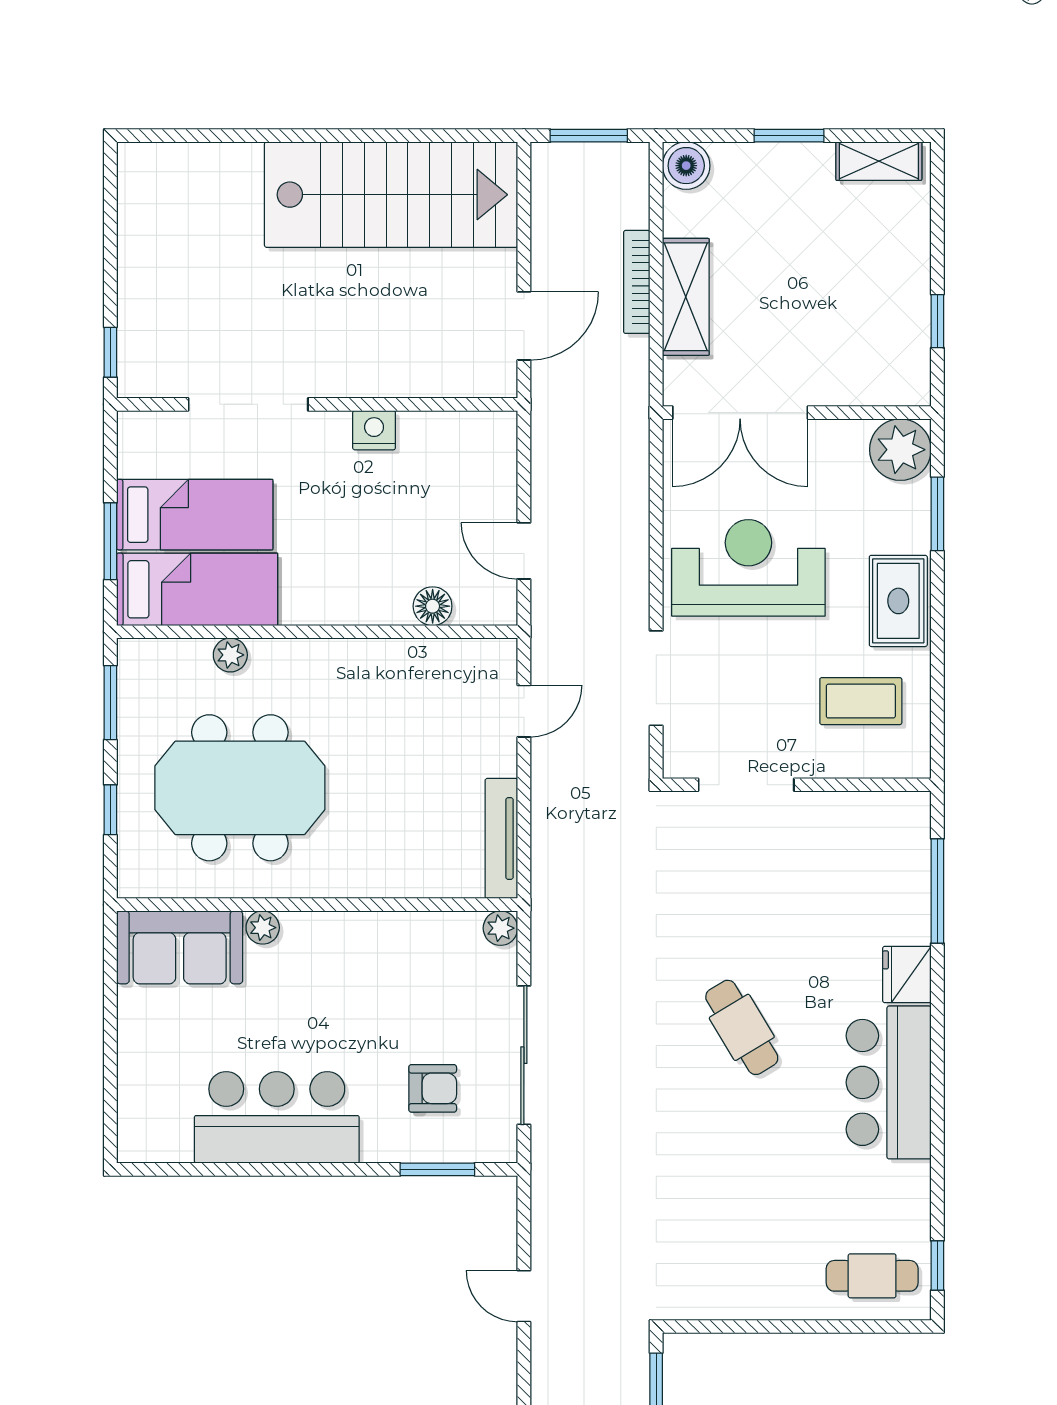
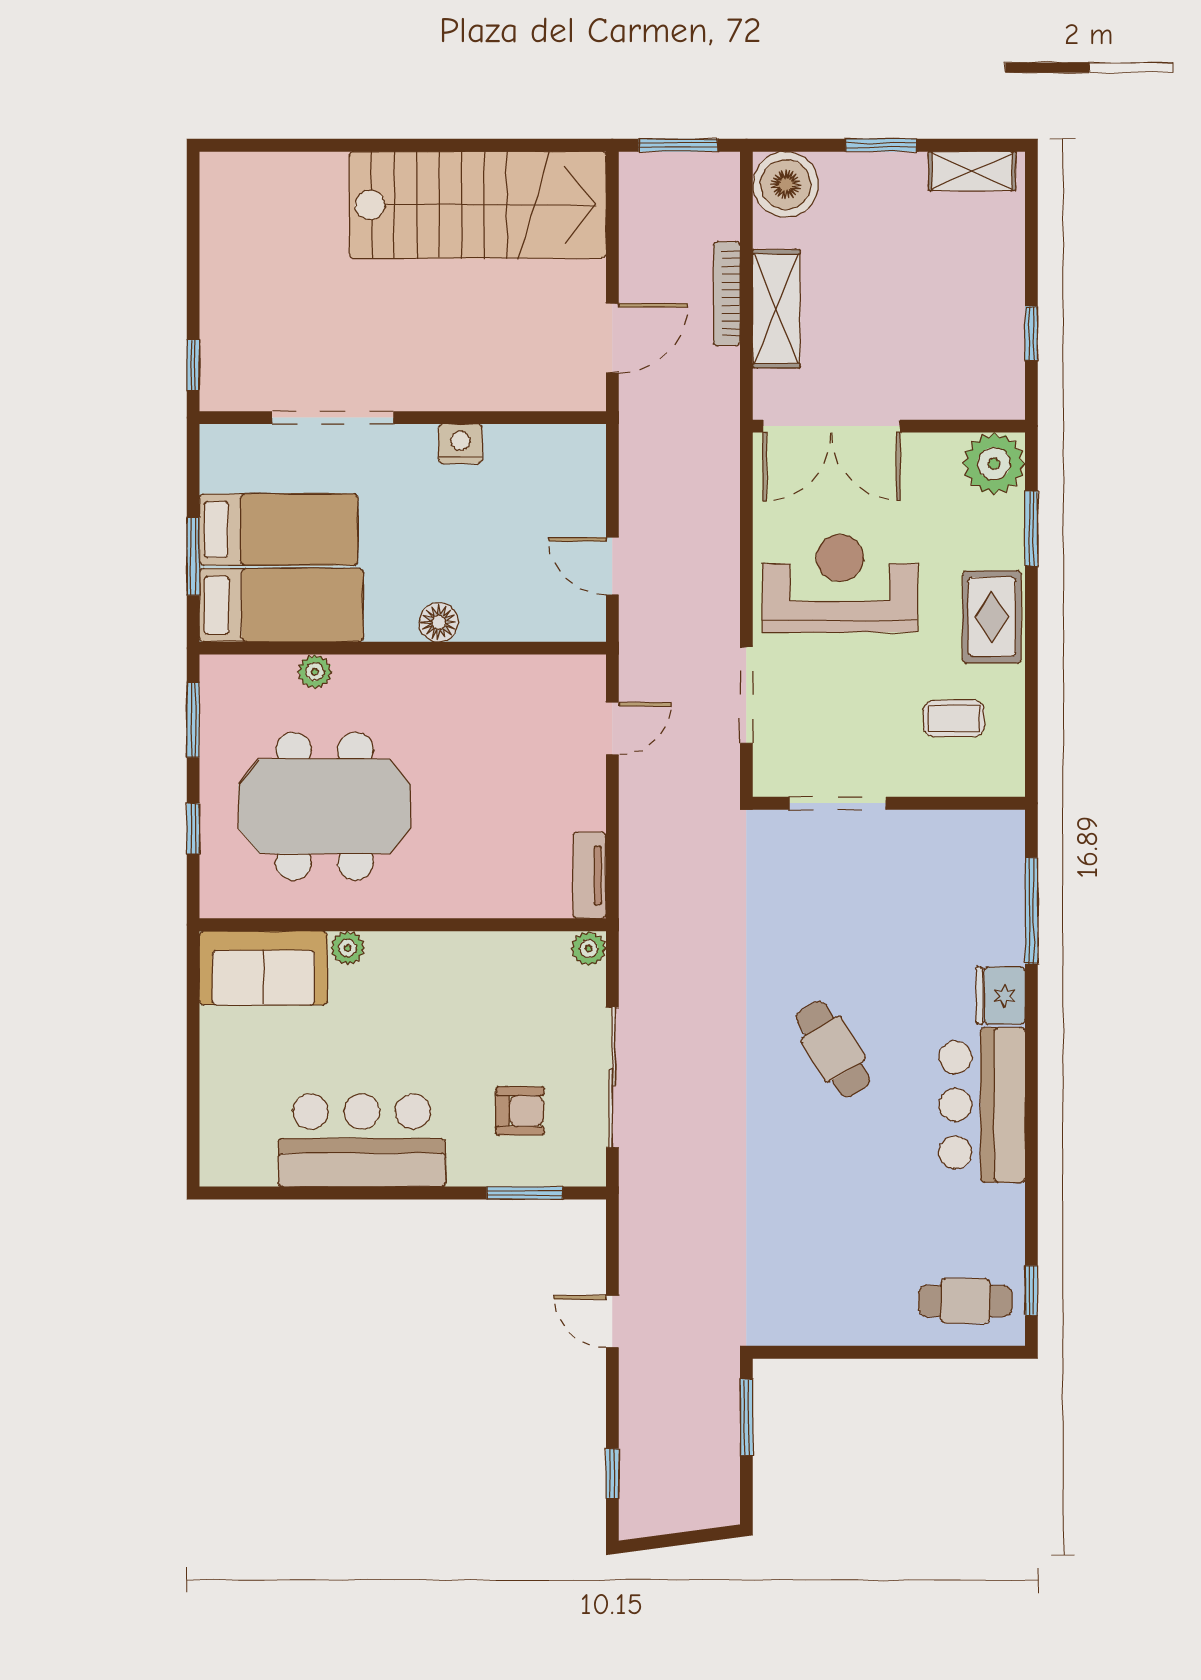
boiler: (686, 166) -> (786, 184), width x1.37, depth x1.37
floor lamp: (433, 606) -> (439, 622), moved
coffee table: (861, 701) -> (954, 718), width x0.73, depth x0.77
tv unit: (501, 838) -> (590, 875), width x0.71

